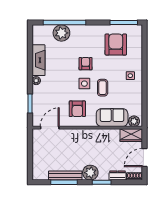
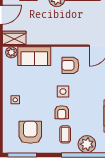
armchair: (116, 44) -> (30, 132), turned 180
coffee table: (103, 88) -> (65, 134), moved
armchair: (77, 109) -> (70, 65), turned -90

